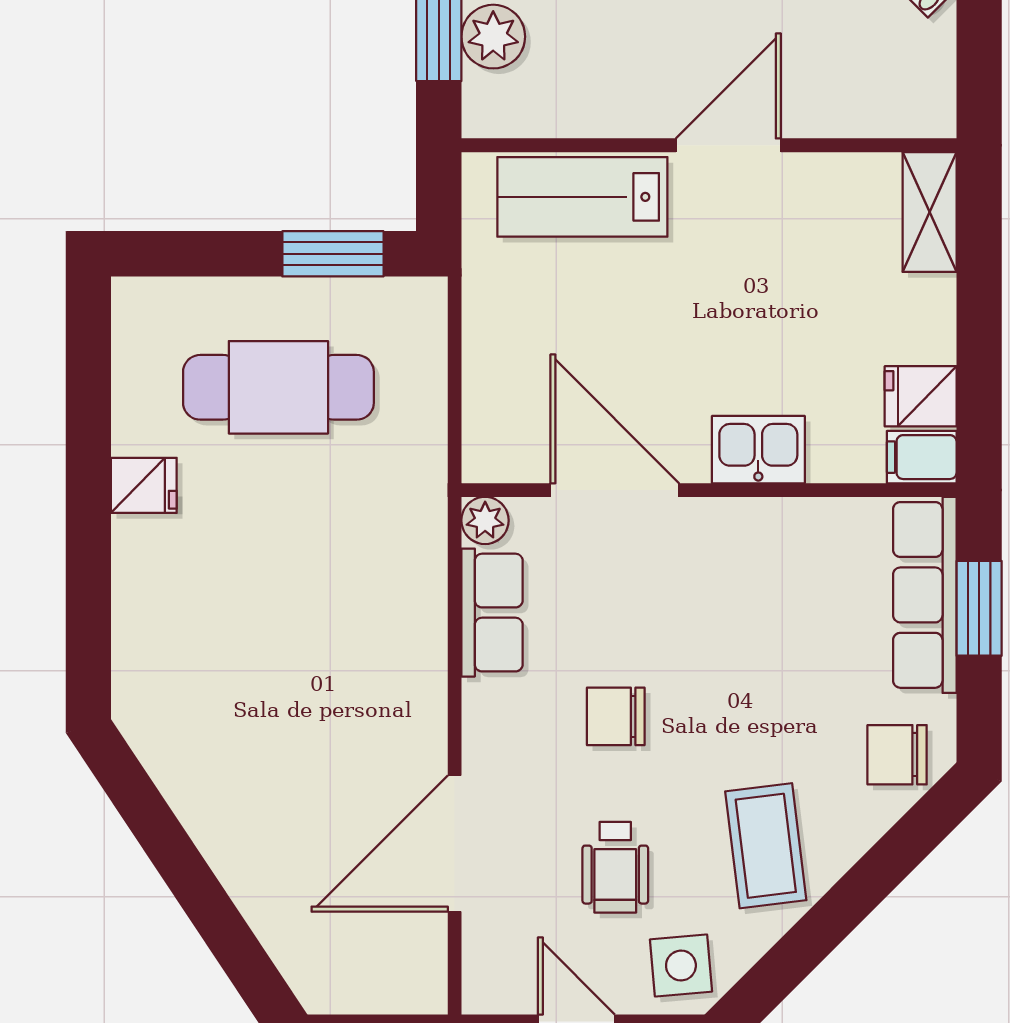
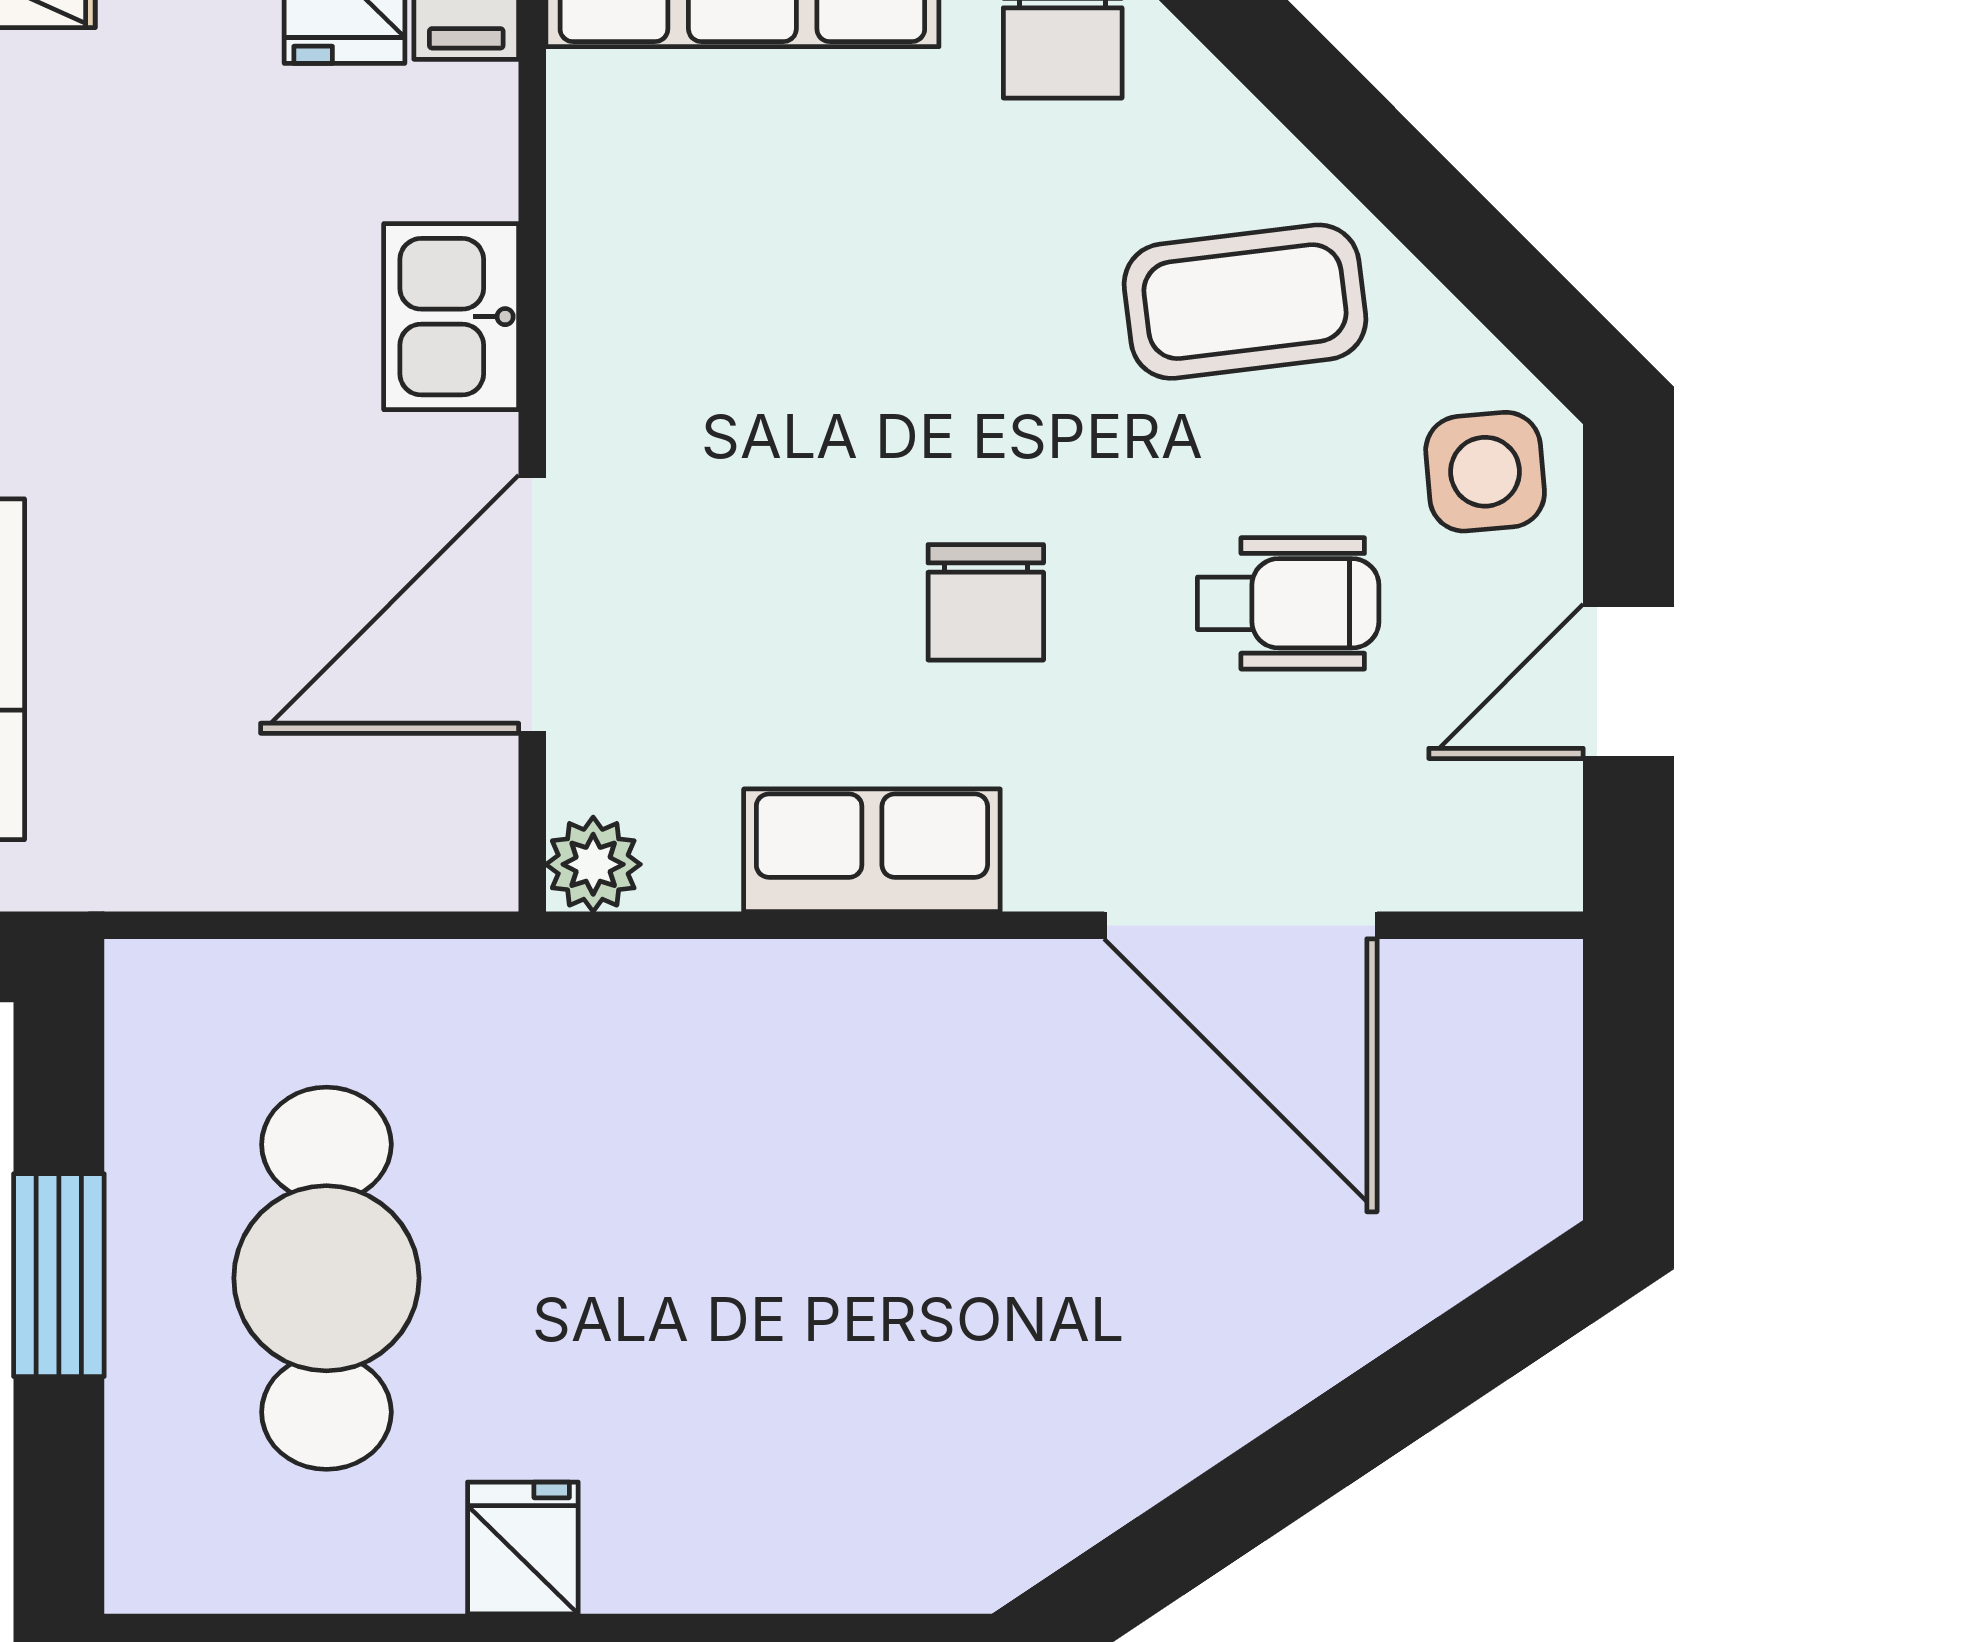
window: (333, 254) -> (59, 1275), moved
row of seats: (492, 613) -> (872, 850), moved

